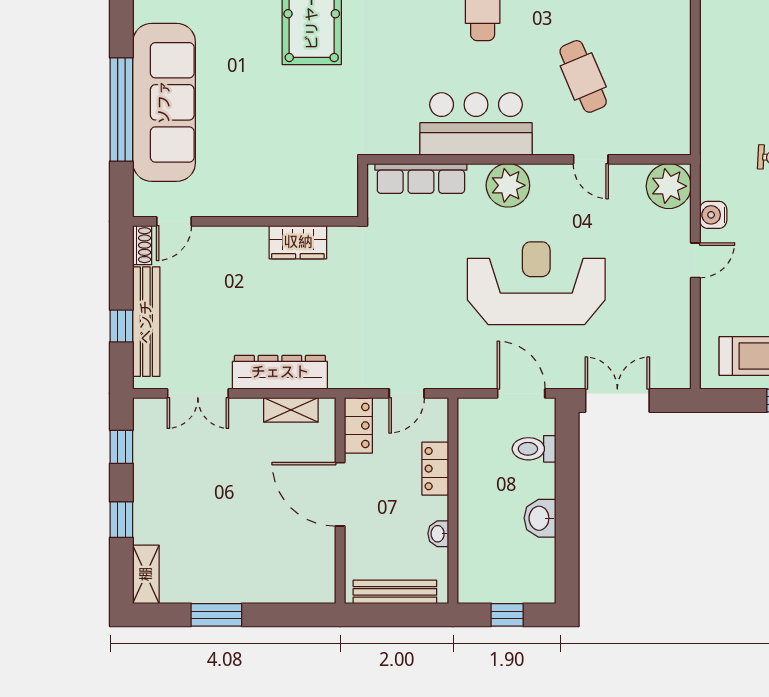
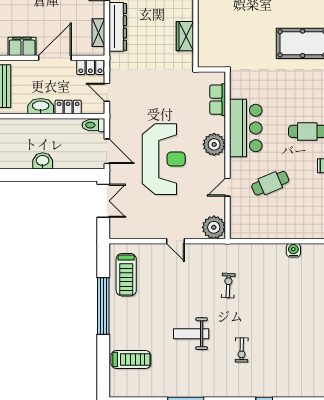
row of seats: (421, 178) -> (218, 100), width x0.68
water cooler: (713, 215) -> (293, 250), moved
door: (521, 393) -> (107, 151), hinge flipped
toilet: (534, 449) -> (93, 125), moved, turned -90
washbasin: (438, 534) -> (41, 106), width x1.91, depth x1.45
filing cabinet: (318, 558) -> (22, 46), added

